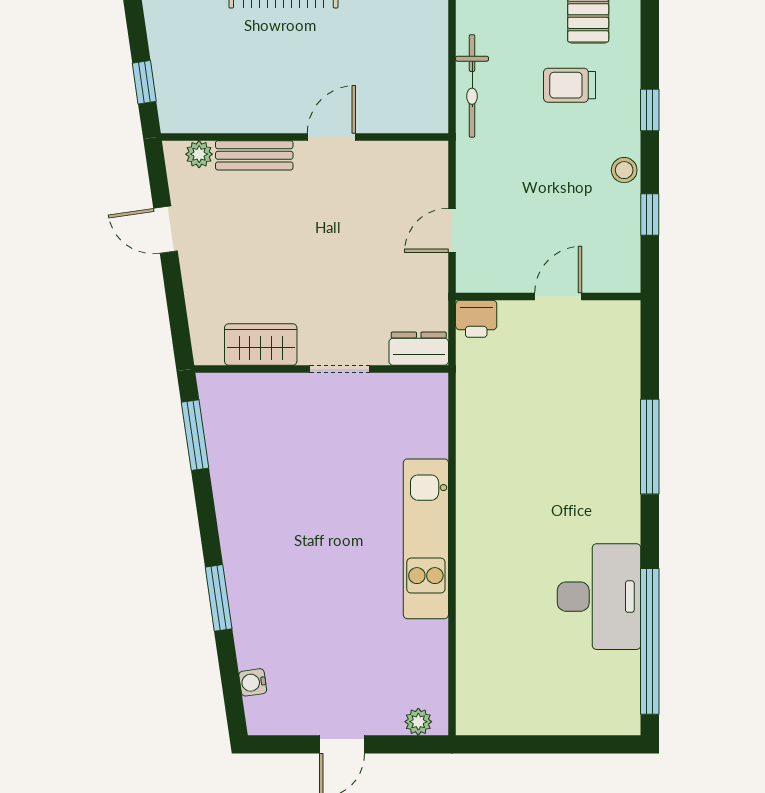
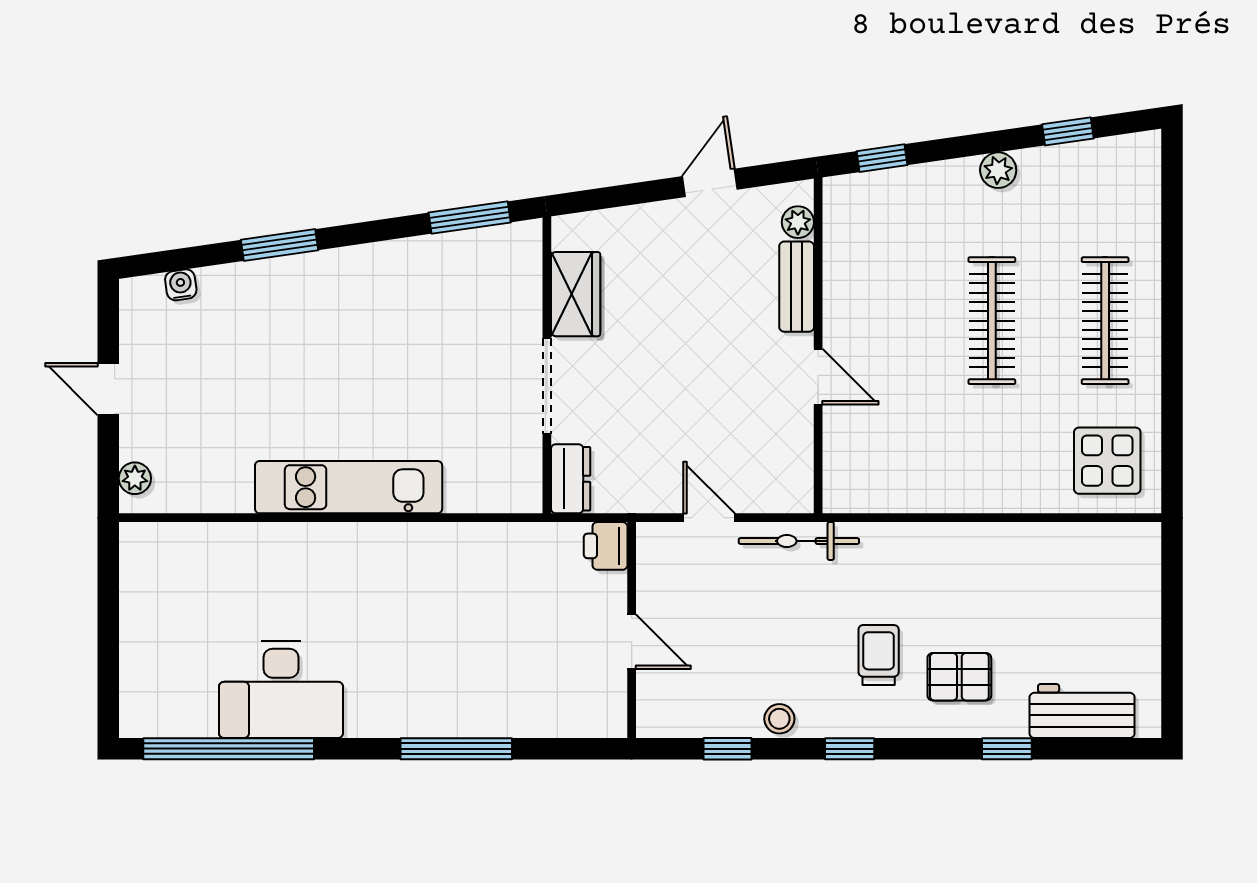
bicycle: (472, 86) -> (799, 541), moved
doorway: (340, 369) -> (547, 386), width x1.38

